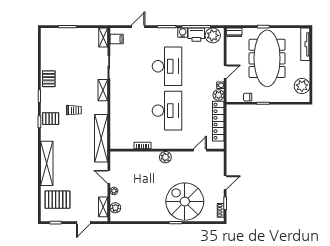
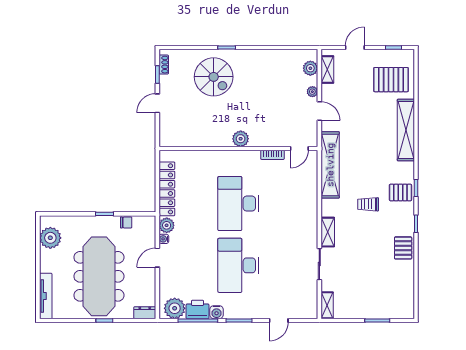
filing cabinet: (117, 39) -> (309, 303), removed
door: (200, 150) -> (299, 148), moved
spiral stairs: (185, 202) -> (214, 77), width x0.73, depth x0.73

